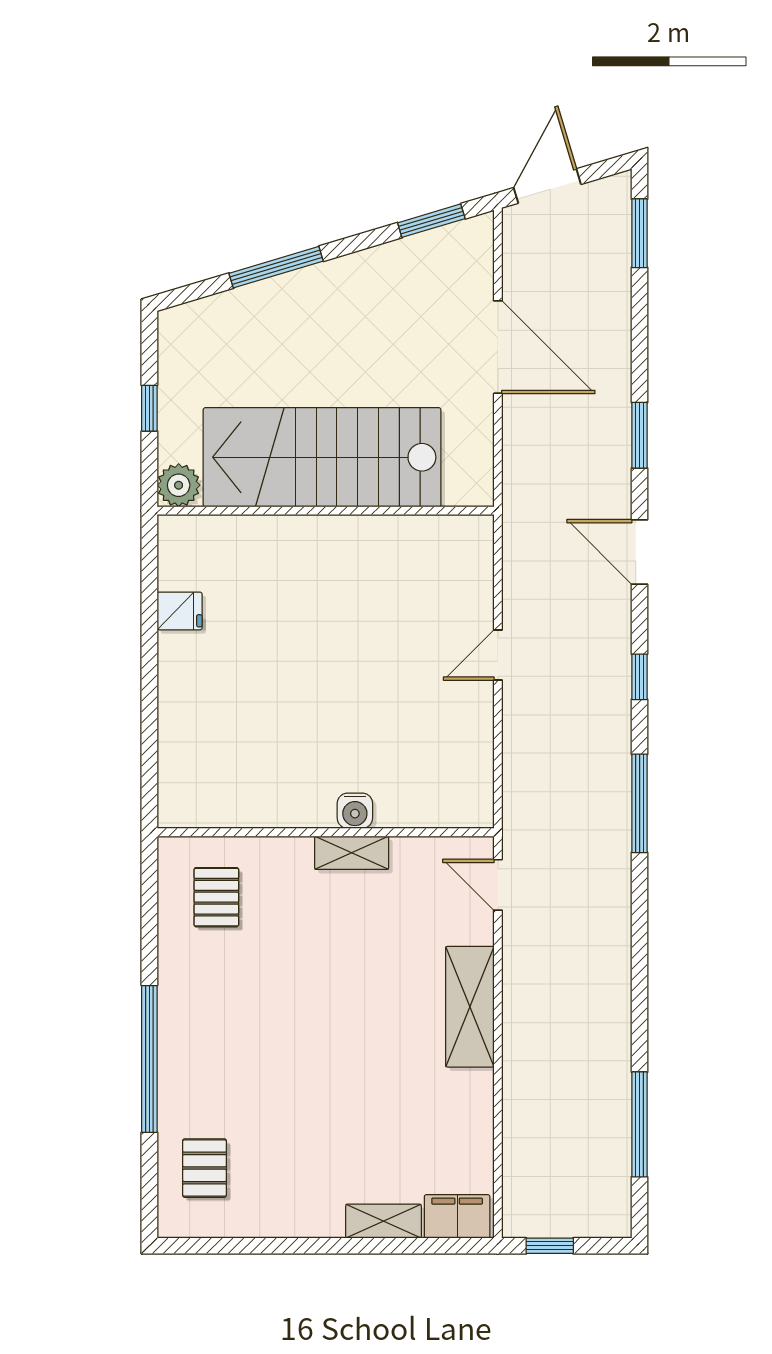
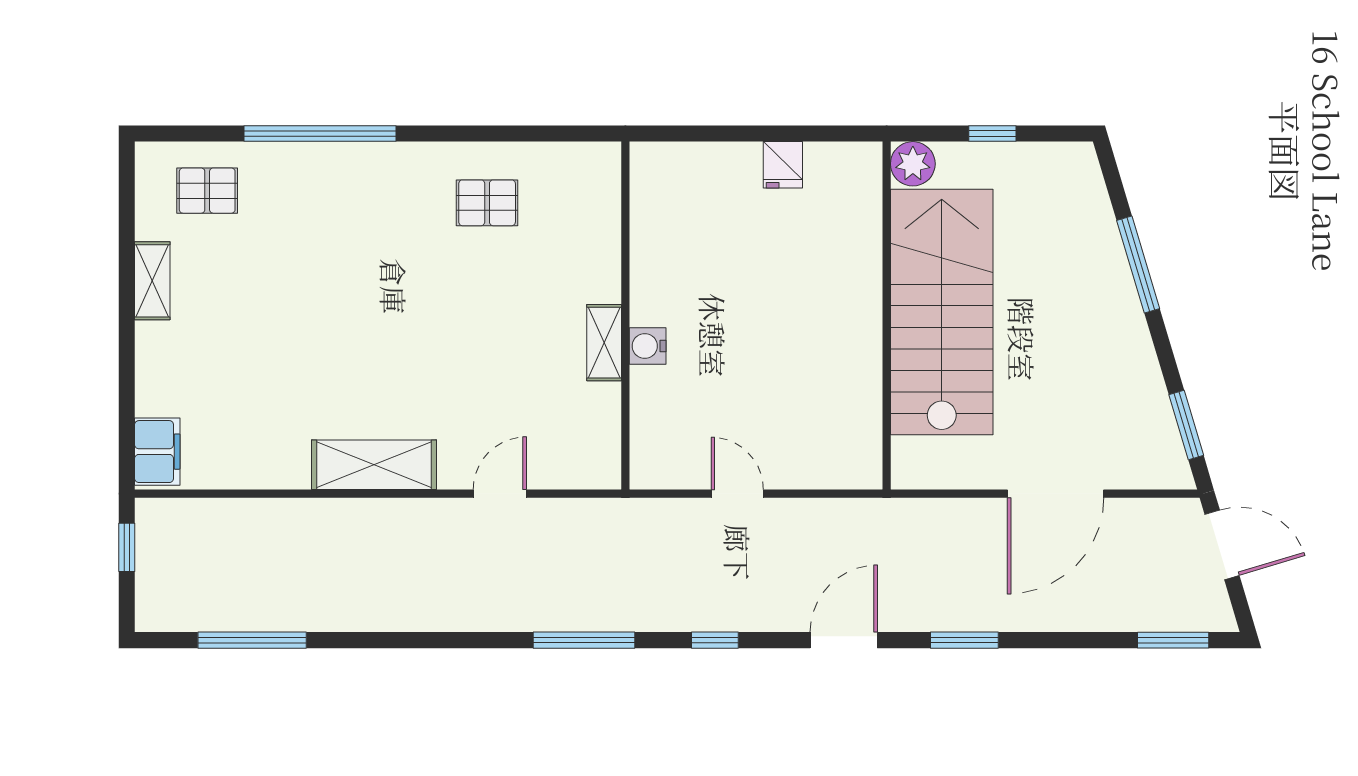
water cooler: (355, 811) -> (648, 346), moved
wall: (326, 832) -> (625, 316), moved
shelving: (352, 853) -> (604, 343), moved
shelving: (383, 1221) -> (152, 281), moved

